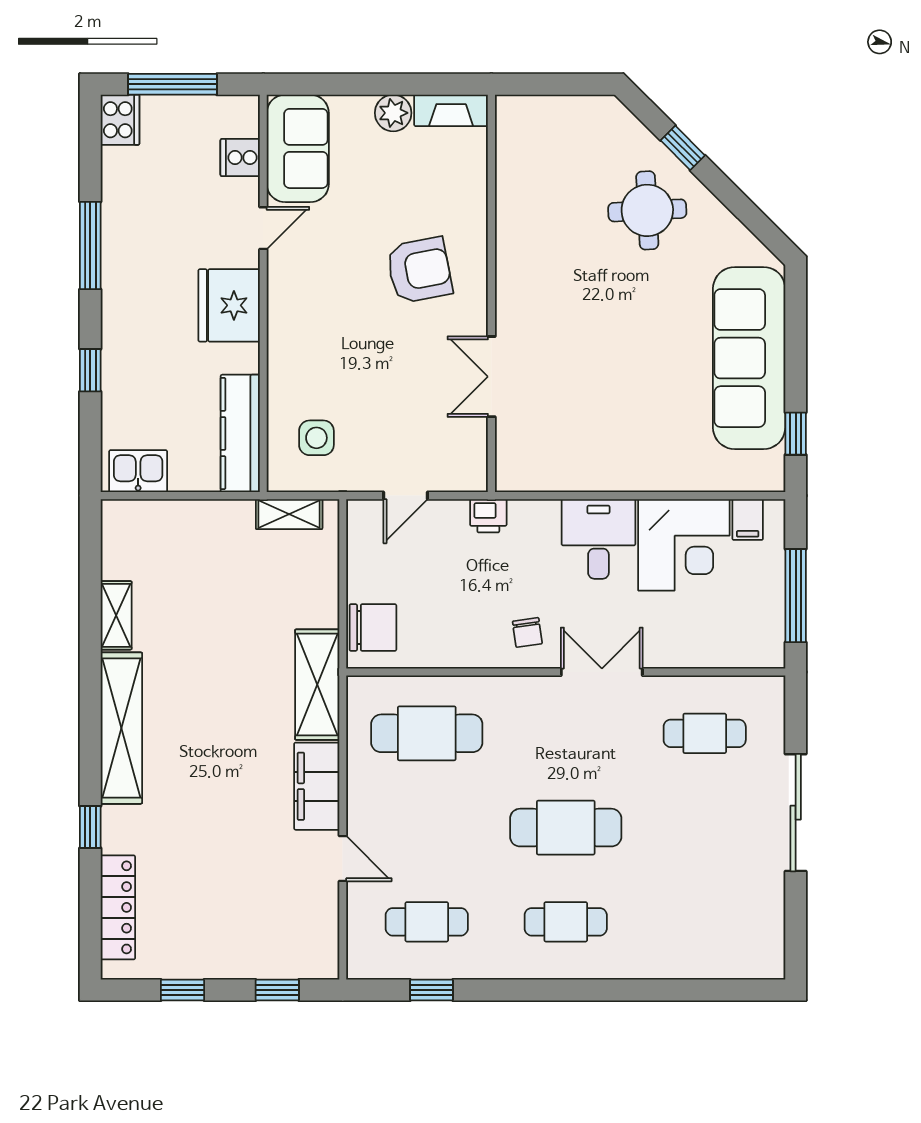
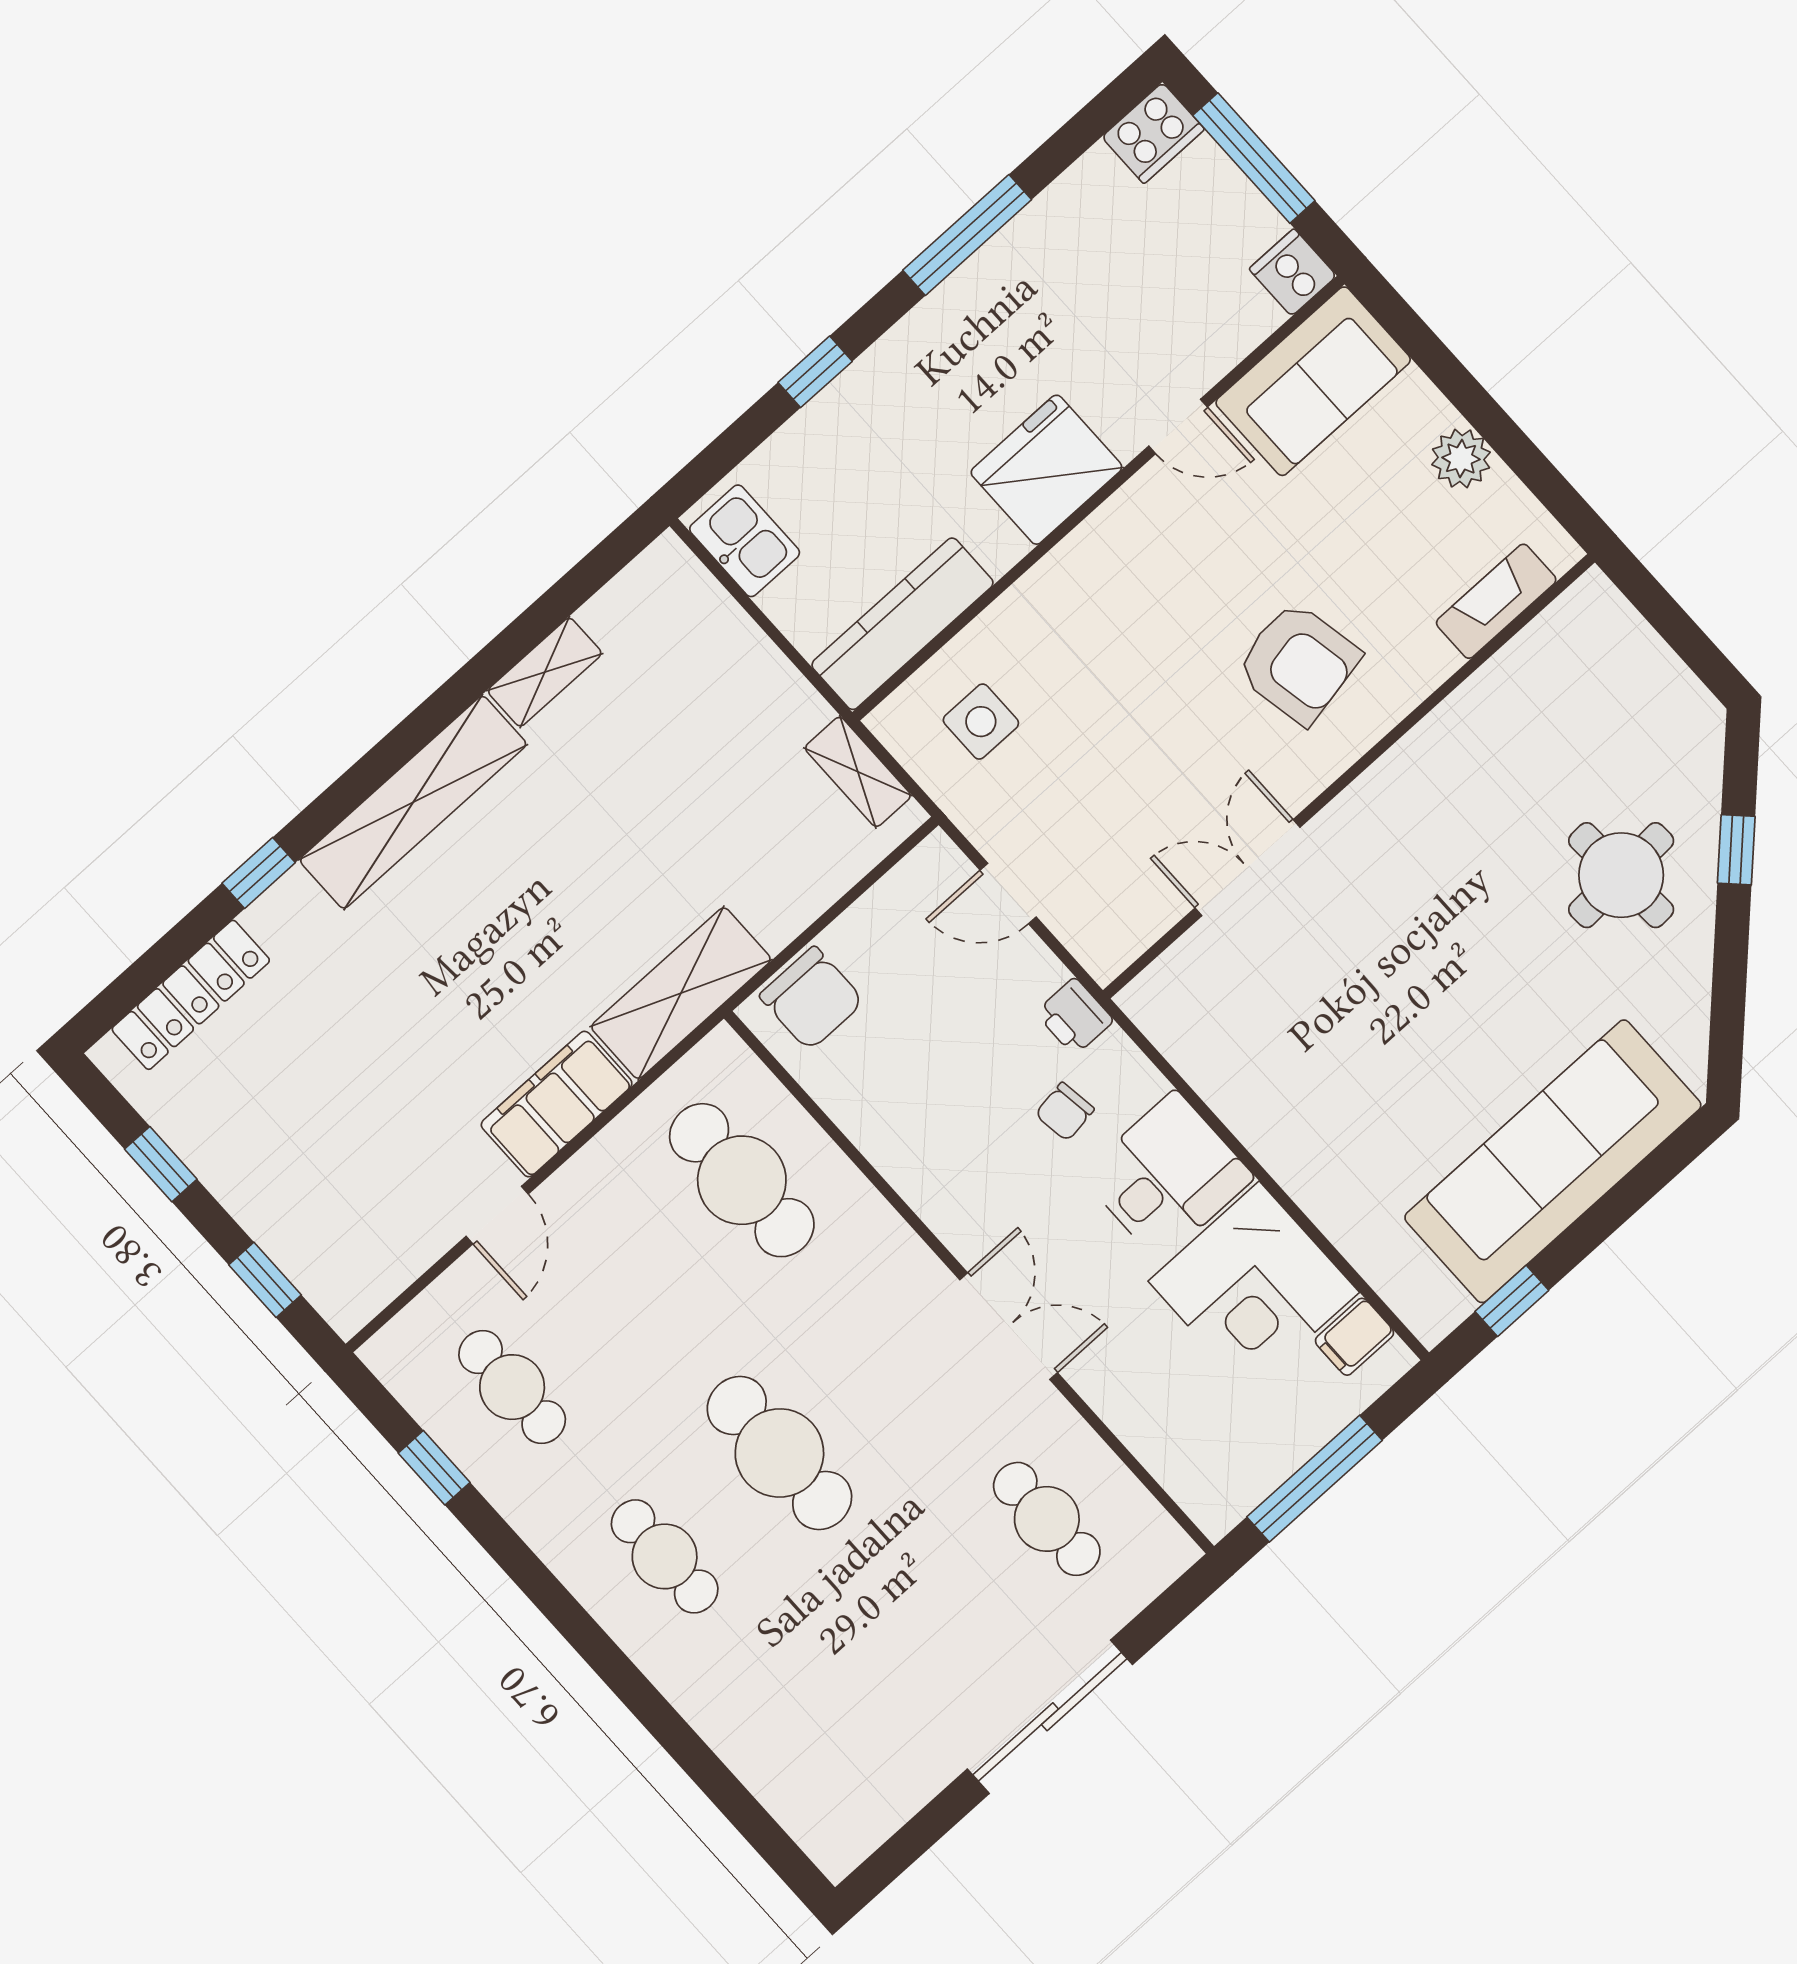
fireplace: (451, 110) -> (1496, 601), moved, turned 90
cooker: (240, 158) -> (1293, 272), moved
chair: (527, 632) -> (1065, 1112), moved

